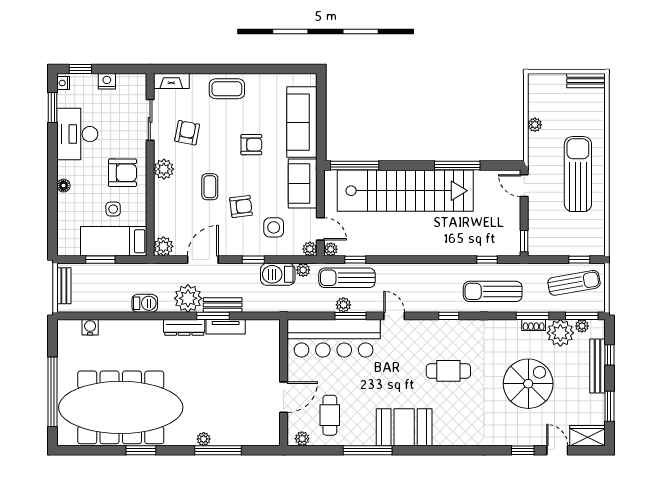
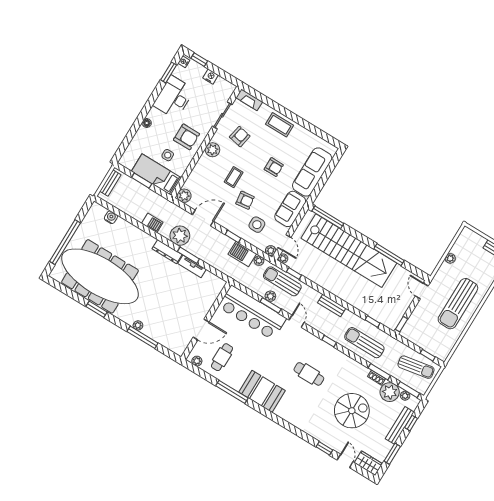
sun lounger: (578, 174) -> (458, 304), turned 180
bench: (223, 305) -> (332, 305), moved

